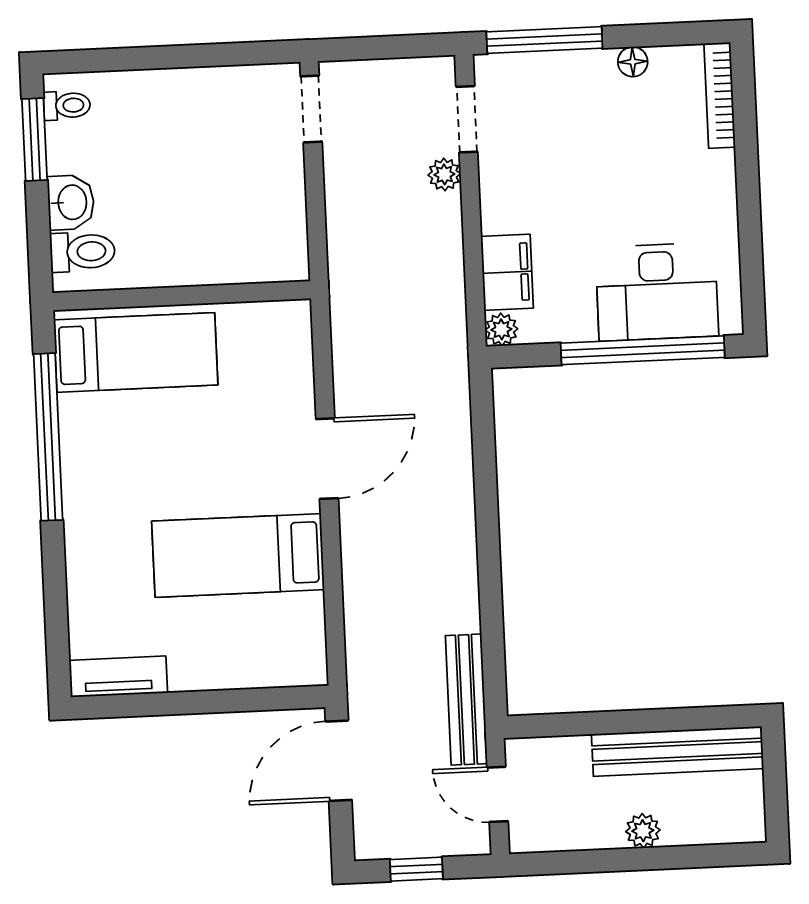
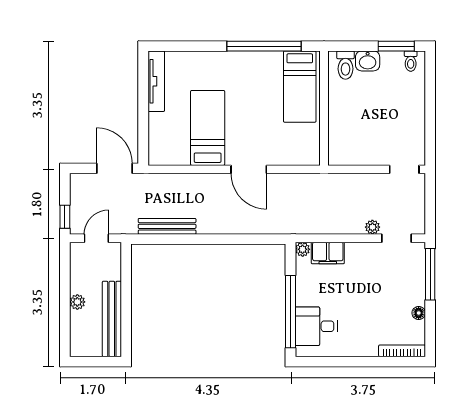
desk: (657, 292) -> (316, 326), width x0.73
tv unit: (118, 677) -> (156, 81), width x1.41
bench: (466, 700) -> (167, 226), moved
window: (416, 869) -> (65, 217), moved

